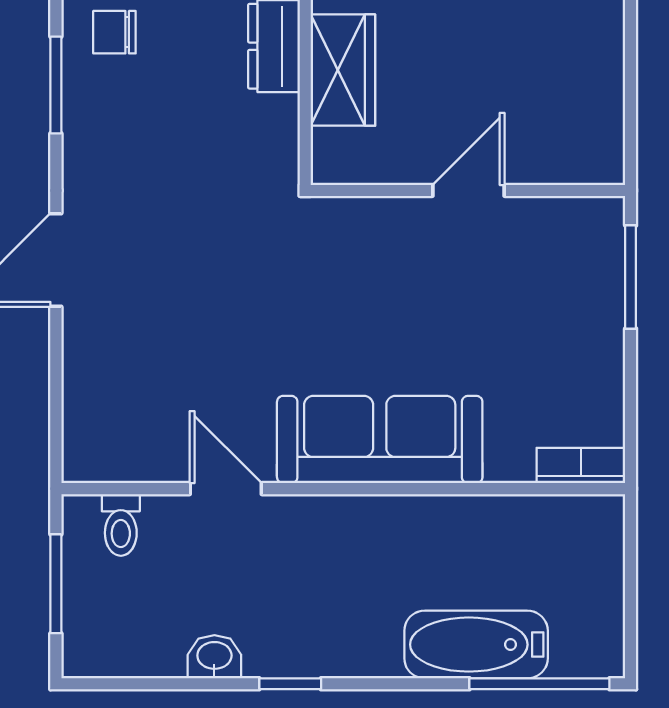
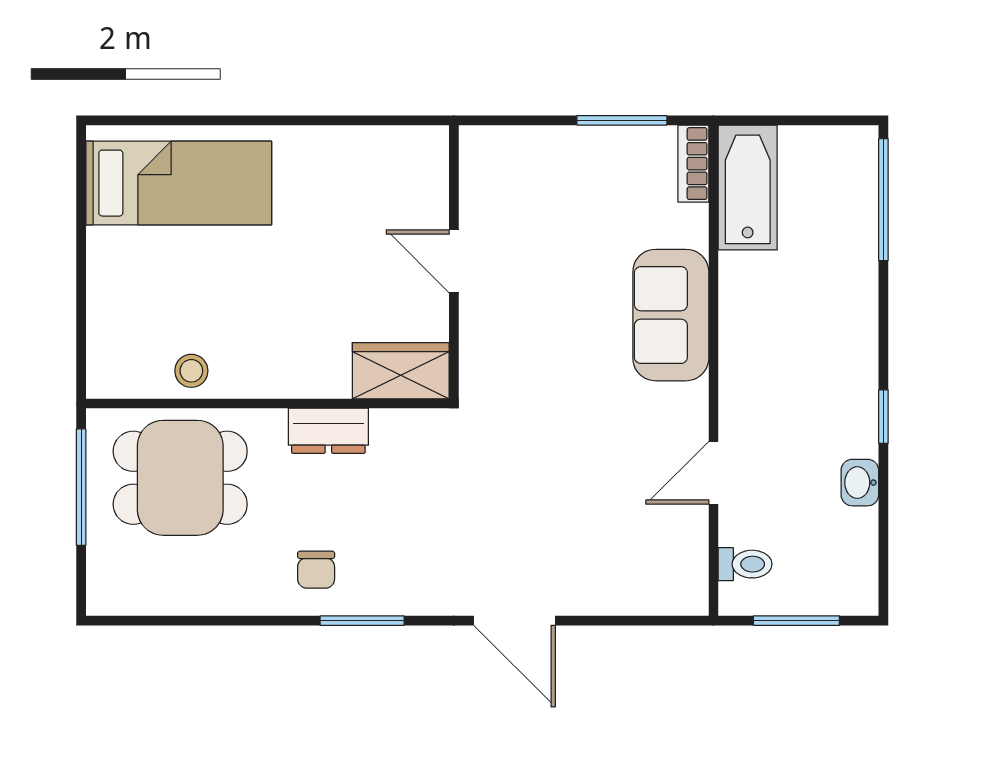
wardrobe: (343, 70) -> (401, 371), moved
window: (631, 277) -> (622, 120), moved
sofa: (380, 440) -> (671, 315), width x0.73
bathtub: (476, 645) -> (748, 187), moved, turned 180

